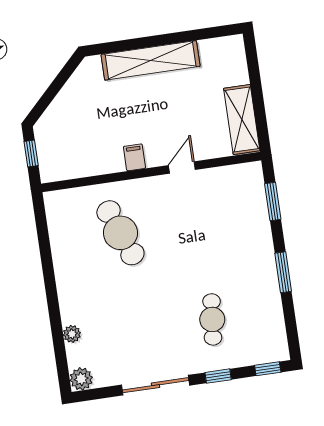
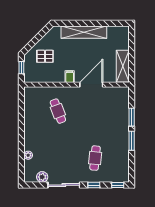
pallet: (77, 122) -> (45, 56), added
door: (182, 168) -> (91, 85), width x1.88
window: (273, 202) -> (132, 117), moved
cafe table: (120, 233) -> (58, 111), width x0.73, depth x0.74
plant: (81, 379) -> (42, 177), moved

